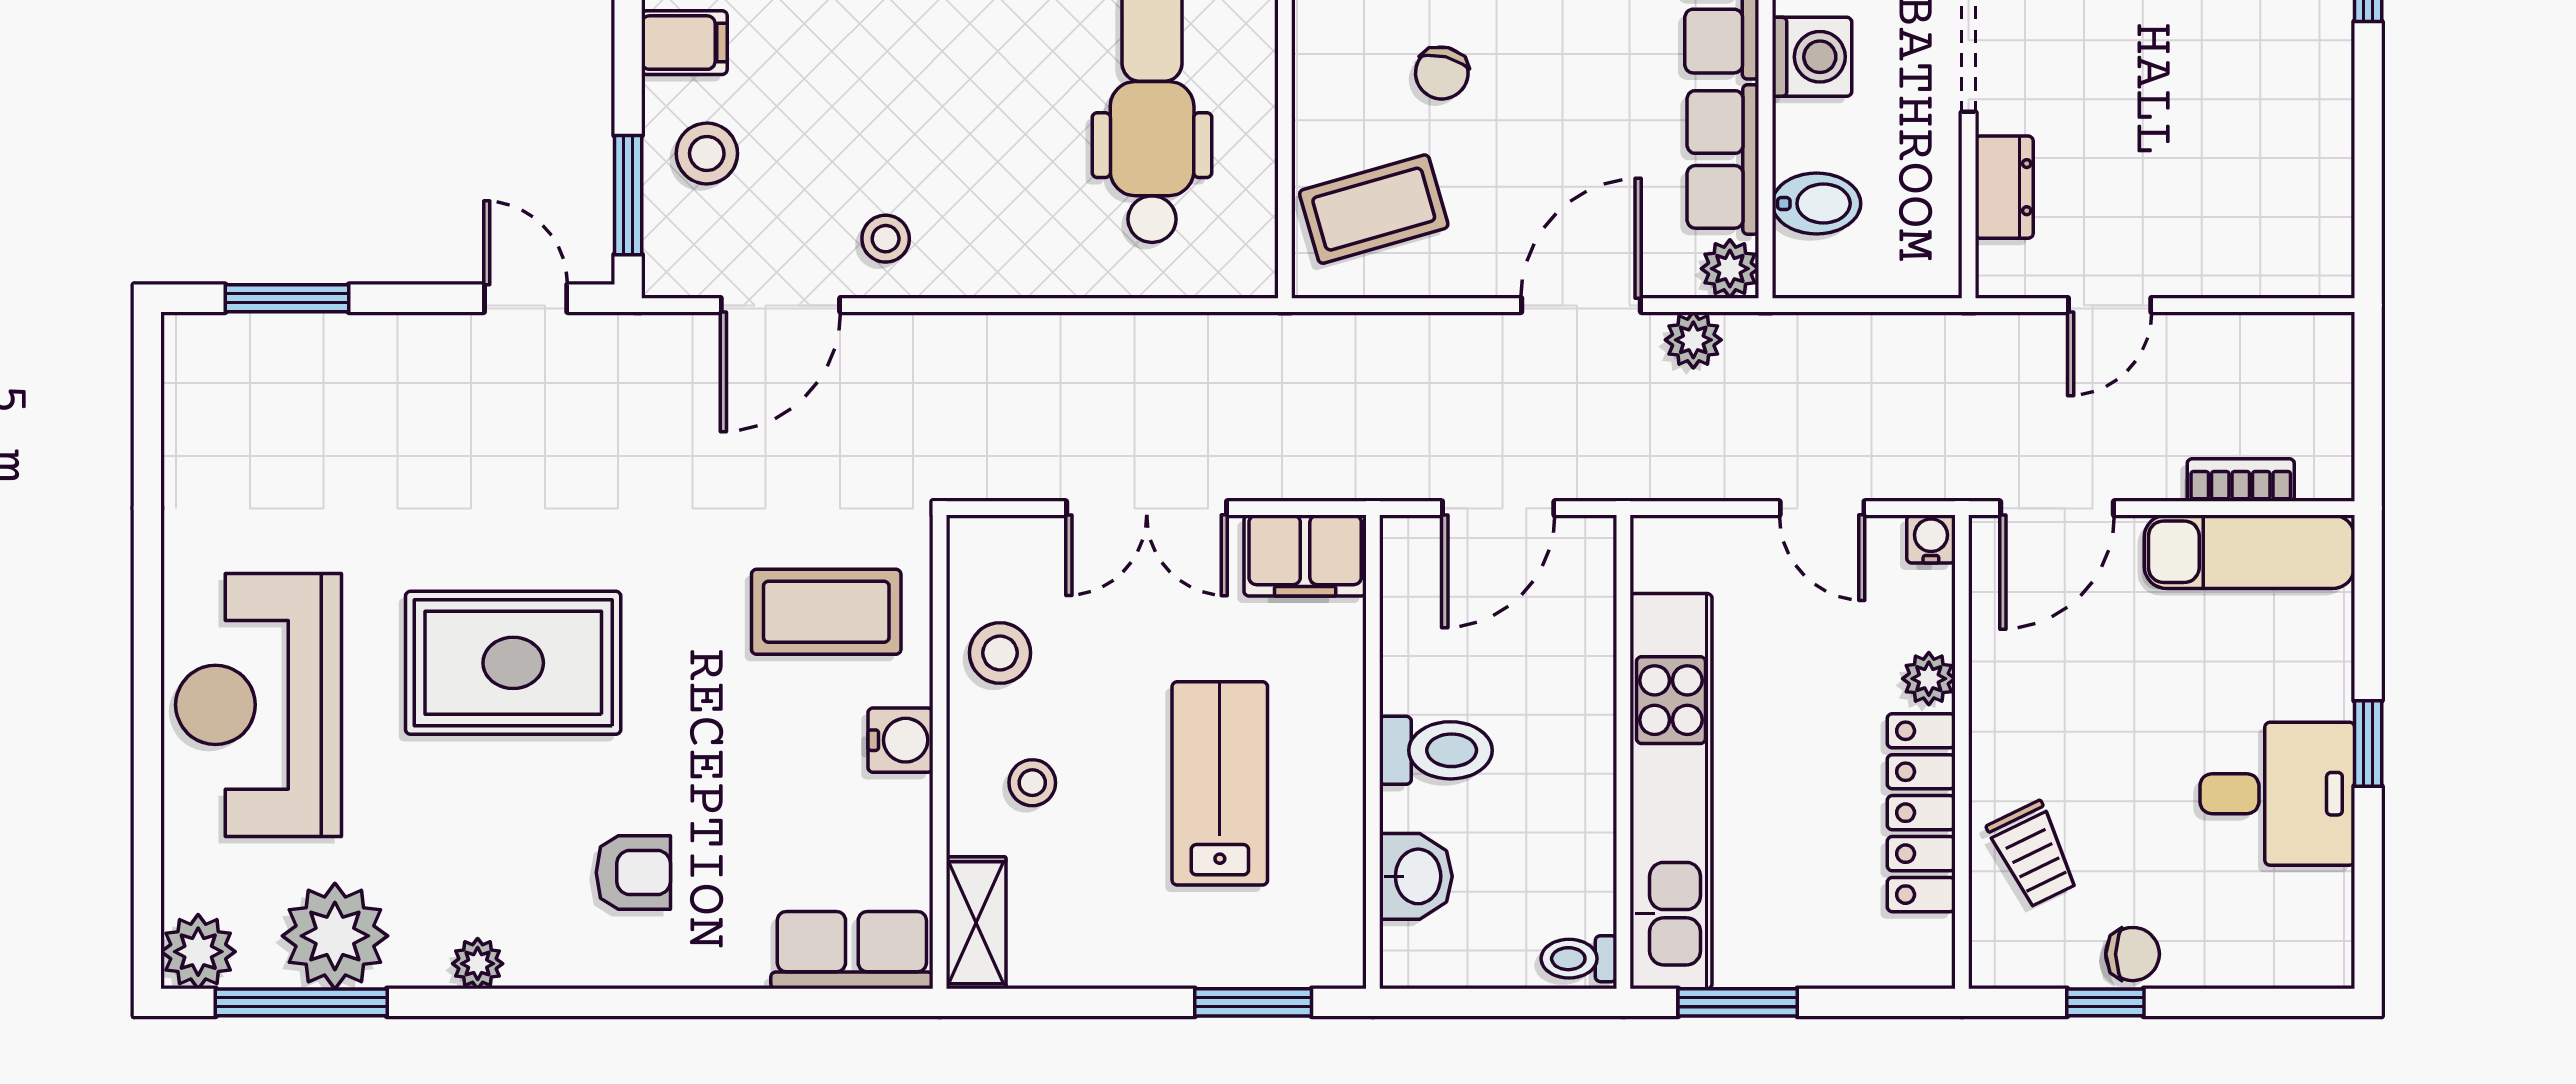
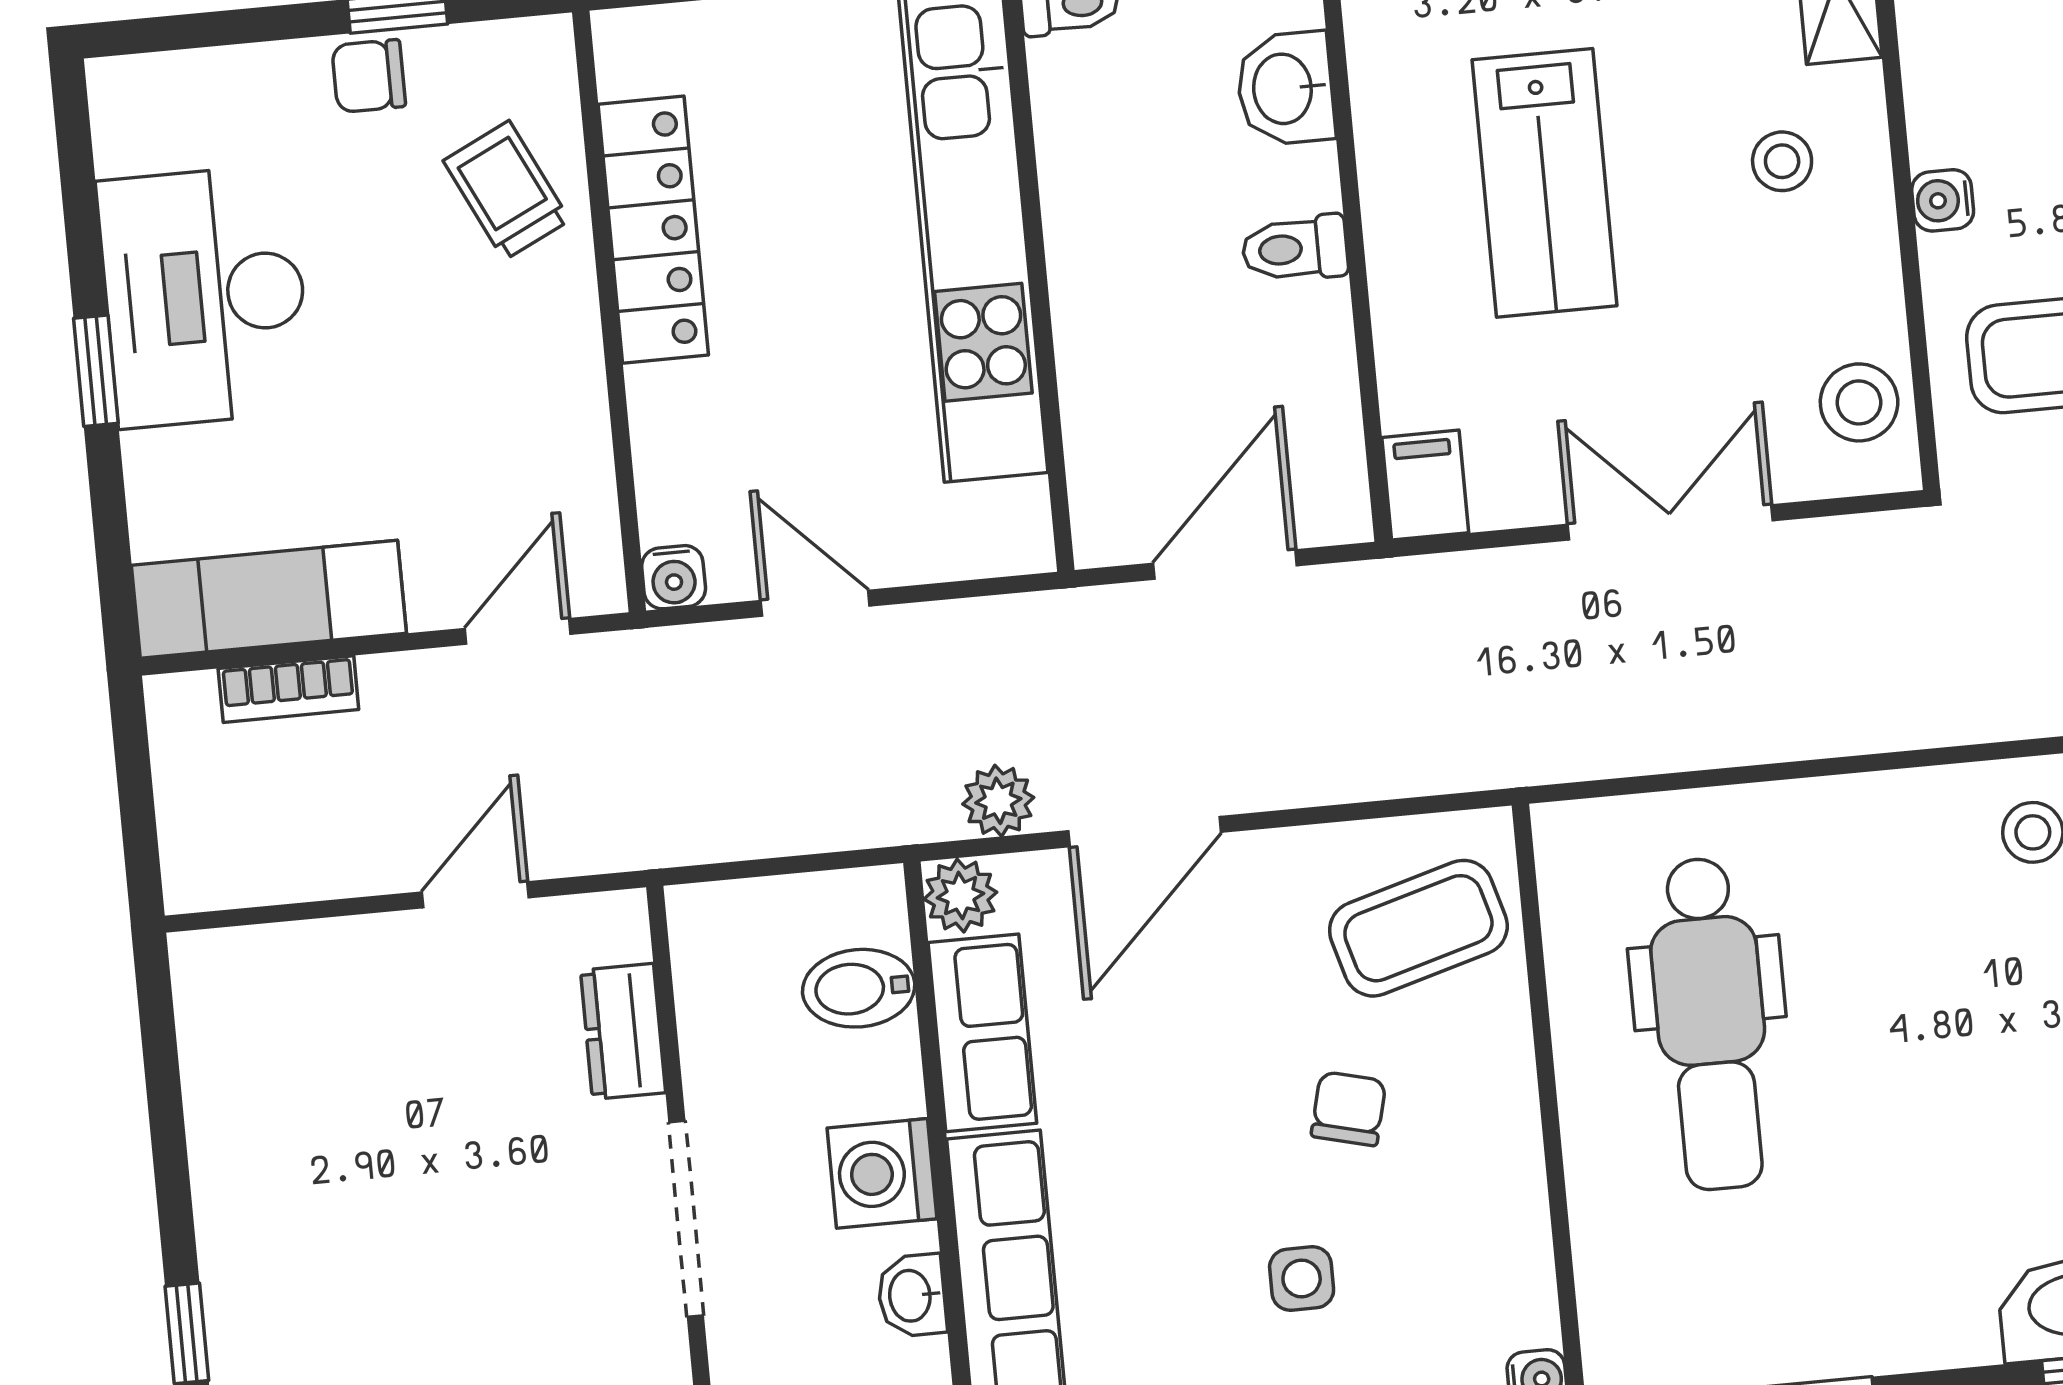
door: (2057, 508) -> (518, 631), width x0.73
filing cabinet: (1305, 556) -> (1425, 485), width x0.50
stool: (1000, 653) -> (1859, 402), moved
plant: (1929, 679) -> (660, 400), removed
water cooler: (900, 740) -> (1943, 200), width x0.72, depth x0.72
toilet: (1436, 750) -> (1295, 249), width x0.73, depth x0.72
desk: (2277, 794) -> (205, 296), width x1.37

